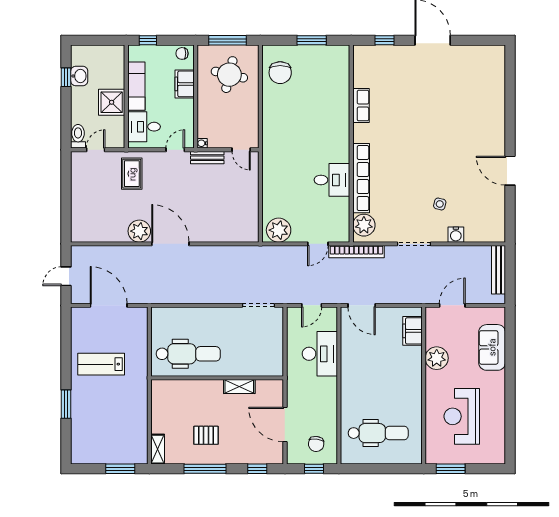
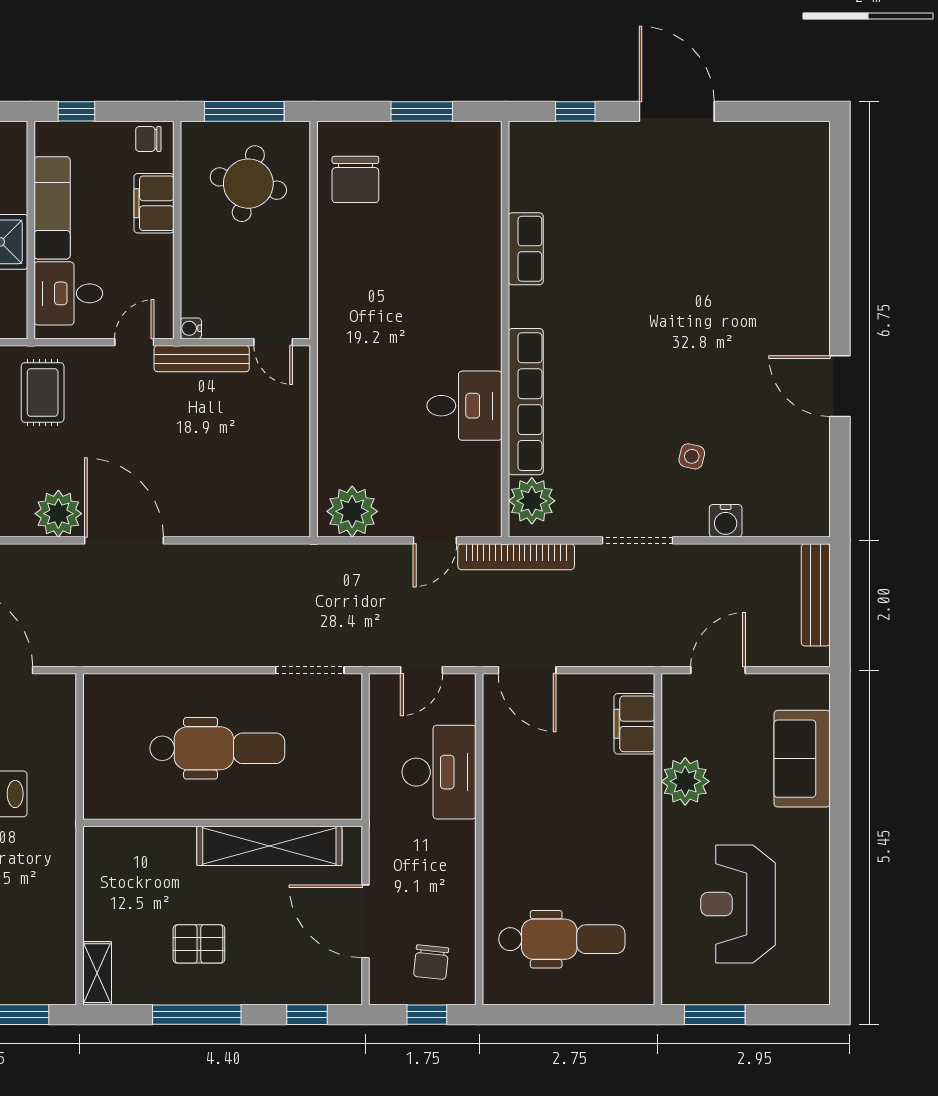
bench: (207, 158) -> (202, 359), width x1.36
dental chair: (188, 354) -> (217, 748), moved
shelving: (239, 386) -> (269, 846), width x2.20, depth x1.33

